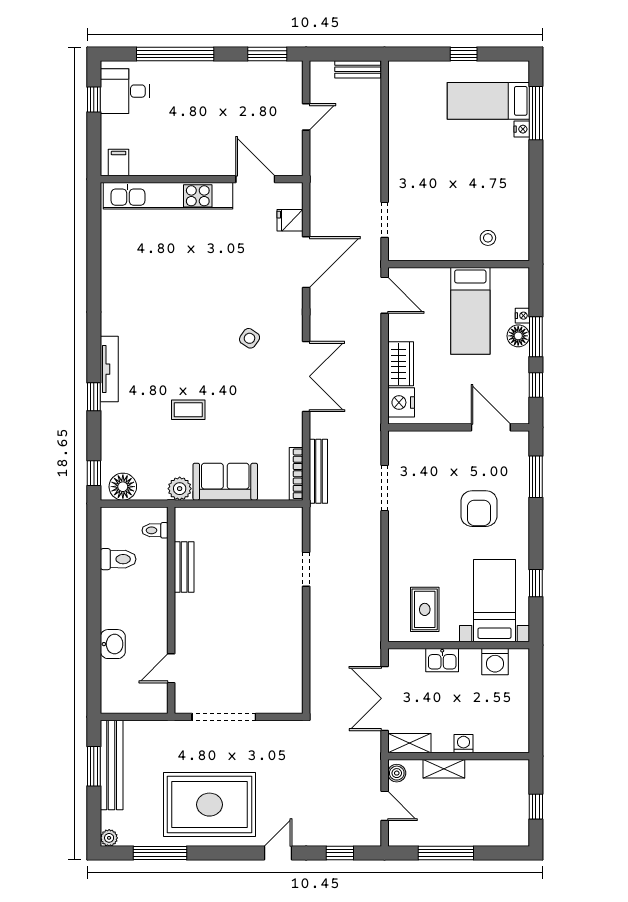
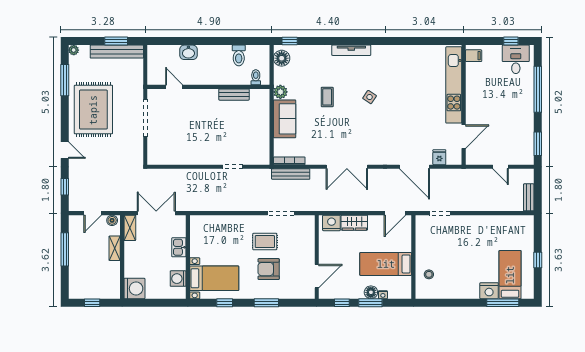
nightstand: (522, 129) -> (489, 291), width x1.89, depth x1.79
side table: (250, 338) -> (370, 97), moved
window: (94, 397) -> (335, 41), removed
window: (536, 477) -> (266, 303), moved
rug: (425, 609) -> (265, 242), moved
washing machine: (464, 744) -> (134, 289), moved, width x1.89, depth x1.89

